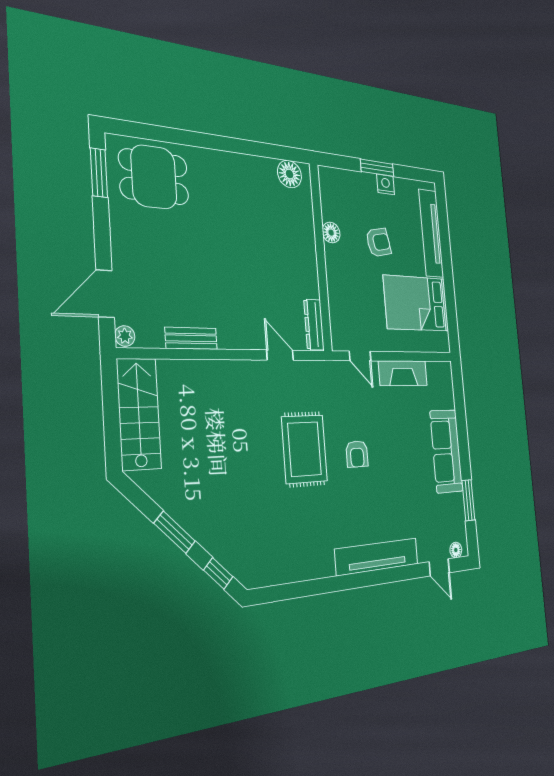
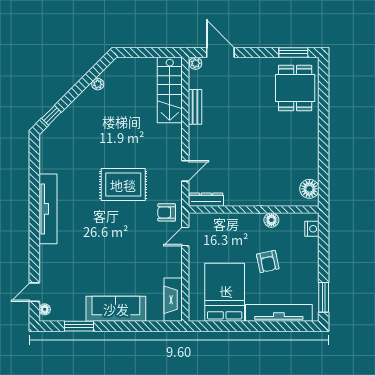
window: (377, 168) -> (324, 297), moved
nightstand: (386, 184) -> (312, 229), moved
fireplace: (403, 373) -> (173, 300), moved
stairs: (139, 414) -> (170, 90), moved, turned 90
armchair: (357, 454) -> (167, 212), moved
plant: (167, 500) -> (98, 84), added
window: (175, 532) -> (79, 88), removed
tv unit: (377, 557) -> (48, 209), moved

